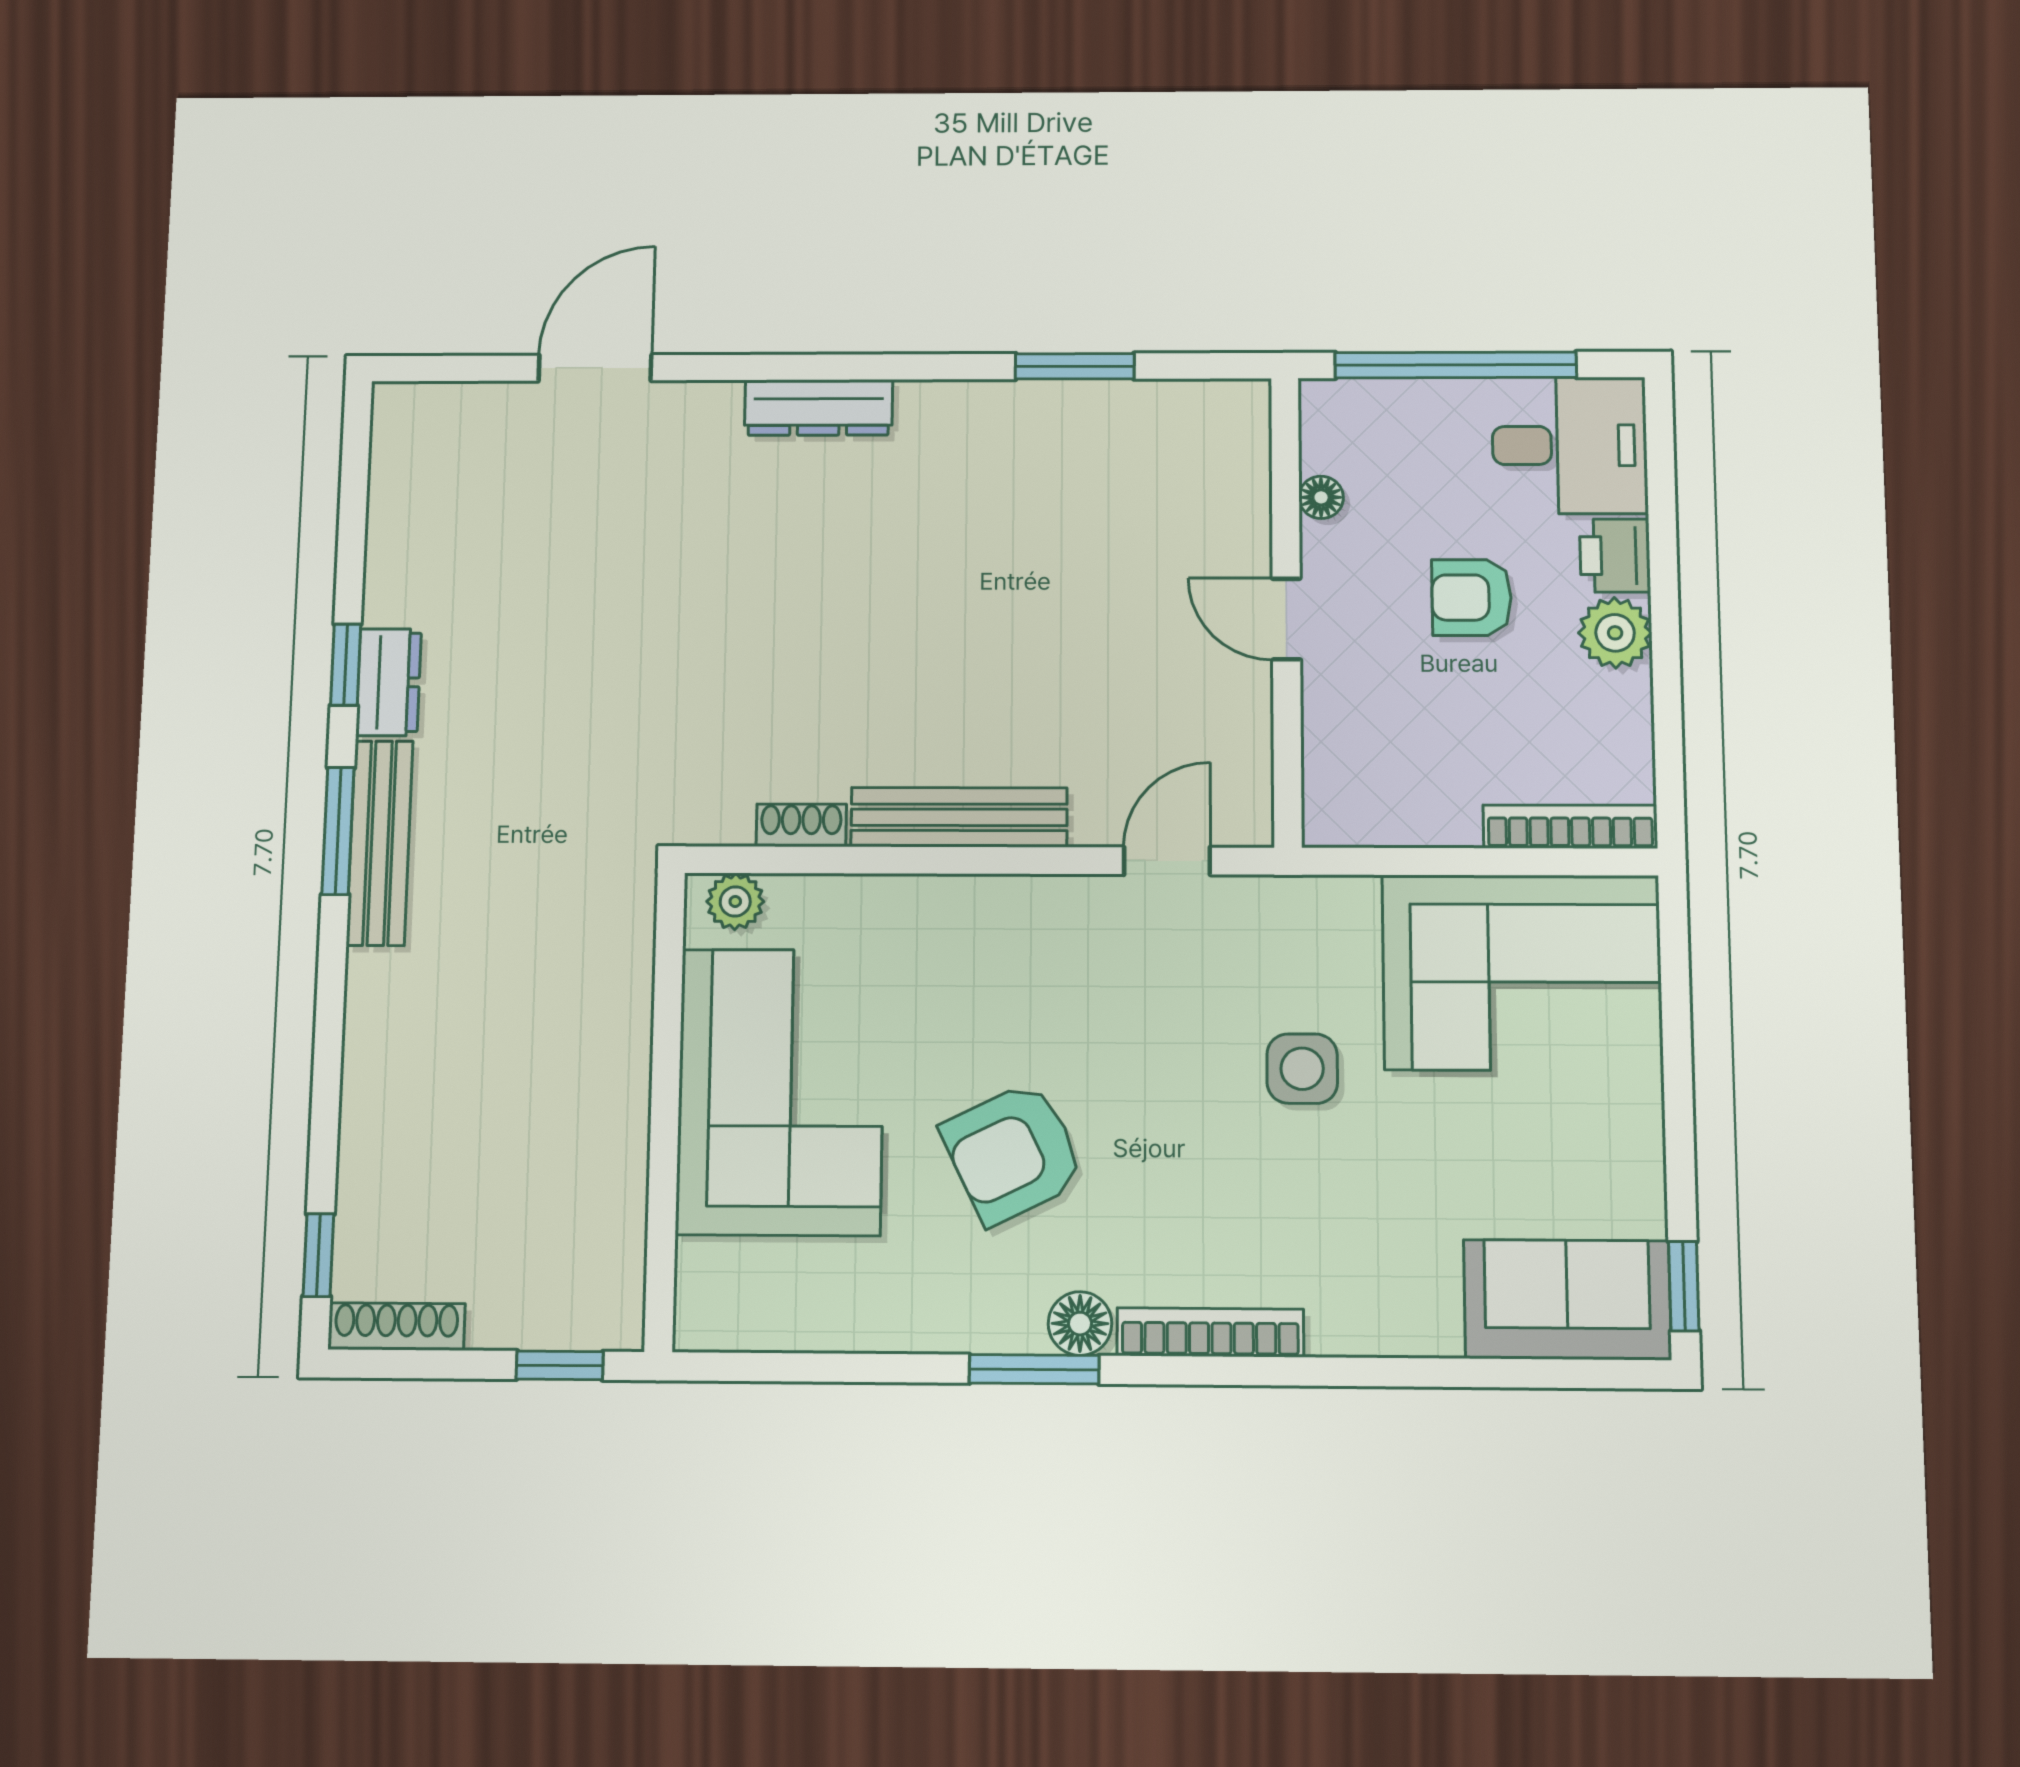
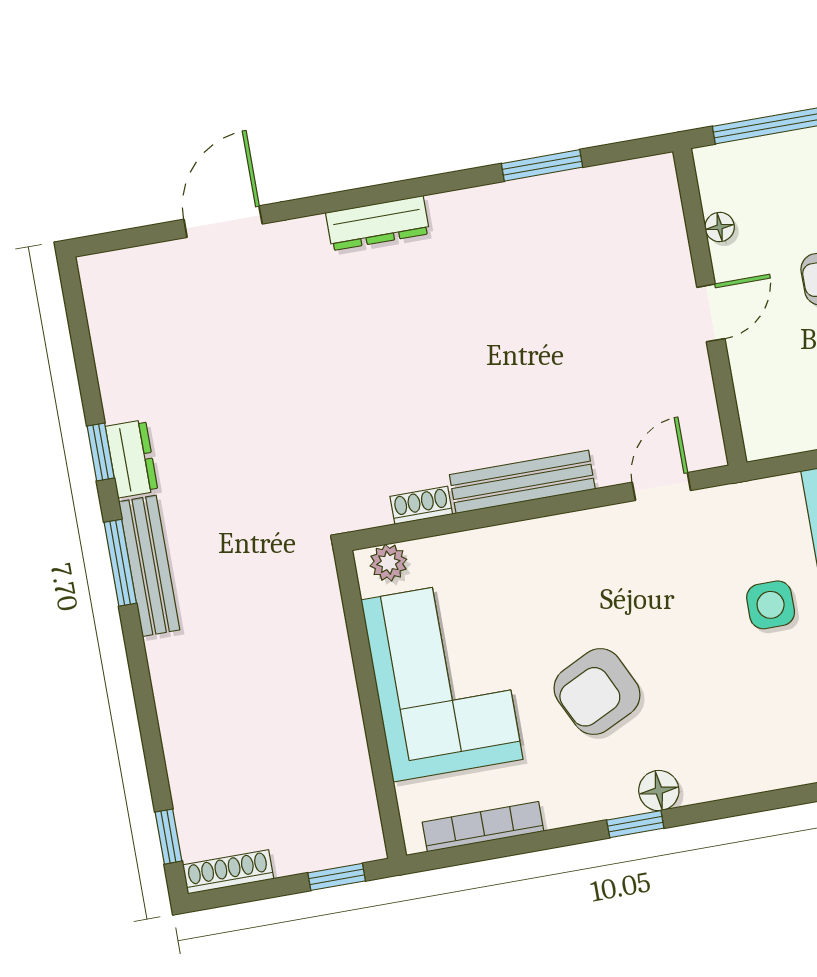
door: (1286, 619) -> (711, 313), swing flipped
bookcase: (1210, 1332) -> (483, 827), moved
window: (1034, 1369) -> (635, 824), width x0.67

